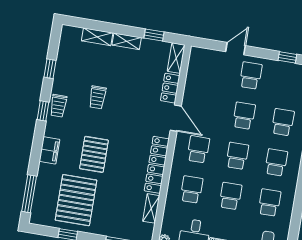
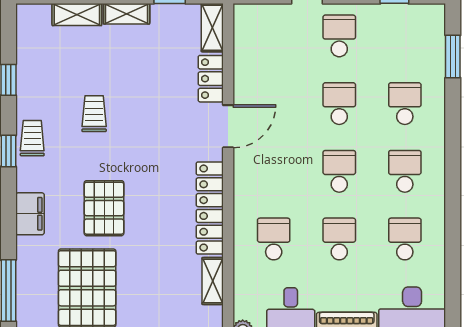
trolley: (97, 97) -> (94, 114), turned 180
trolley: (58, 106) -> (32, 138), turned 180
door: (176, 118) -> (228, 126), hinge flipped
school desk: (198, 149) -> (274, 171), removed

